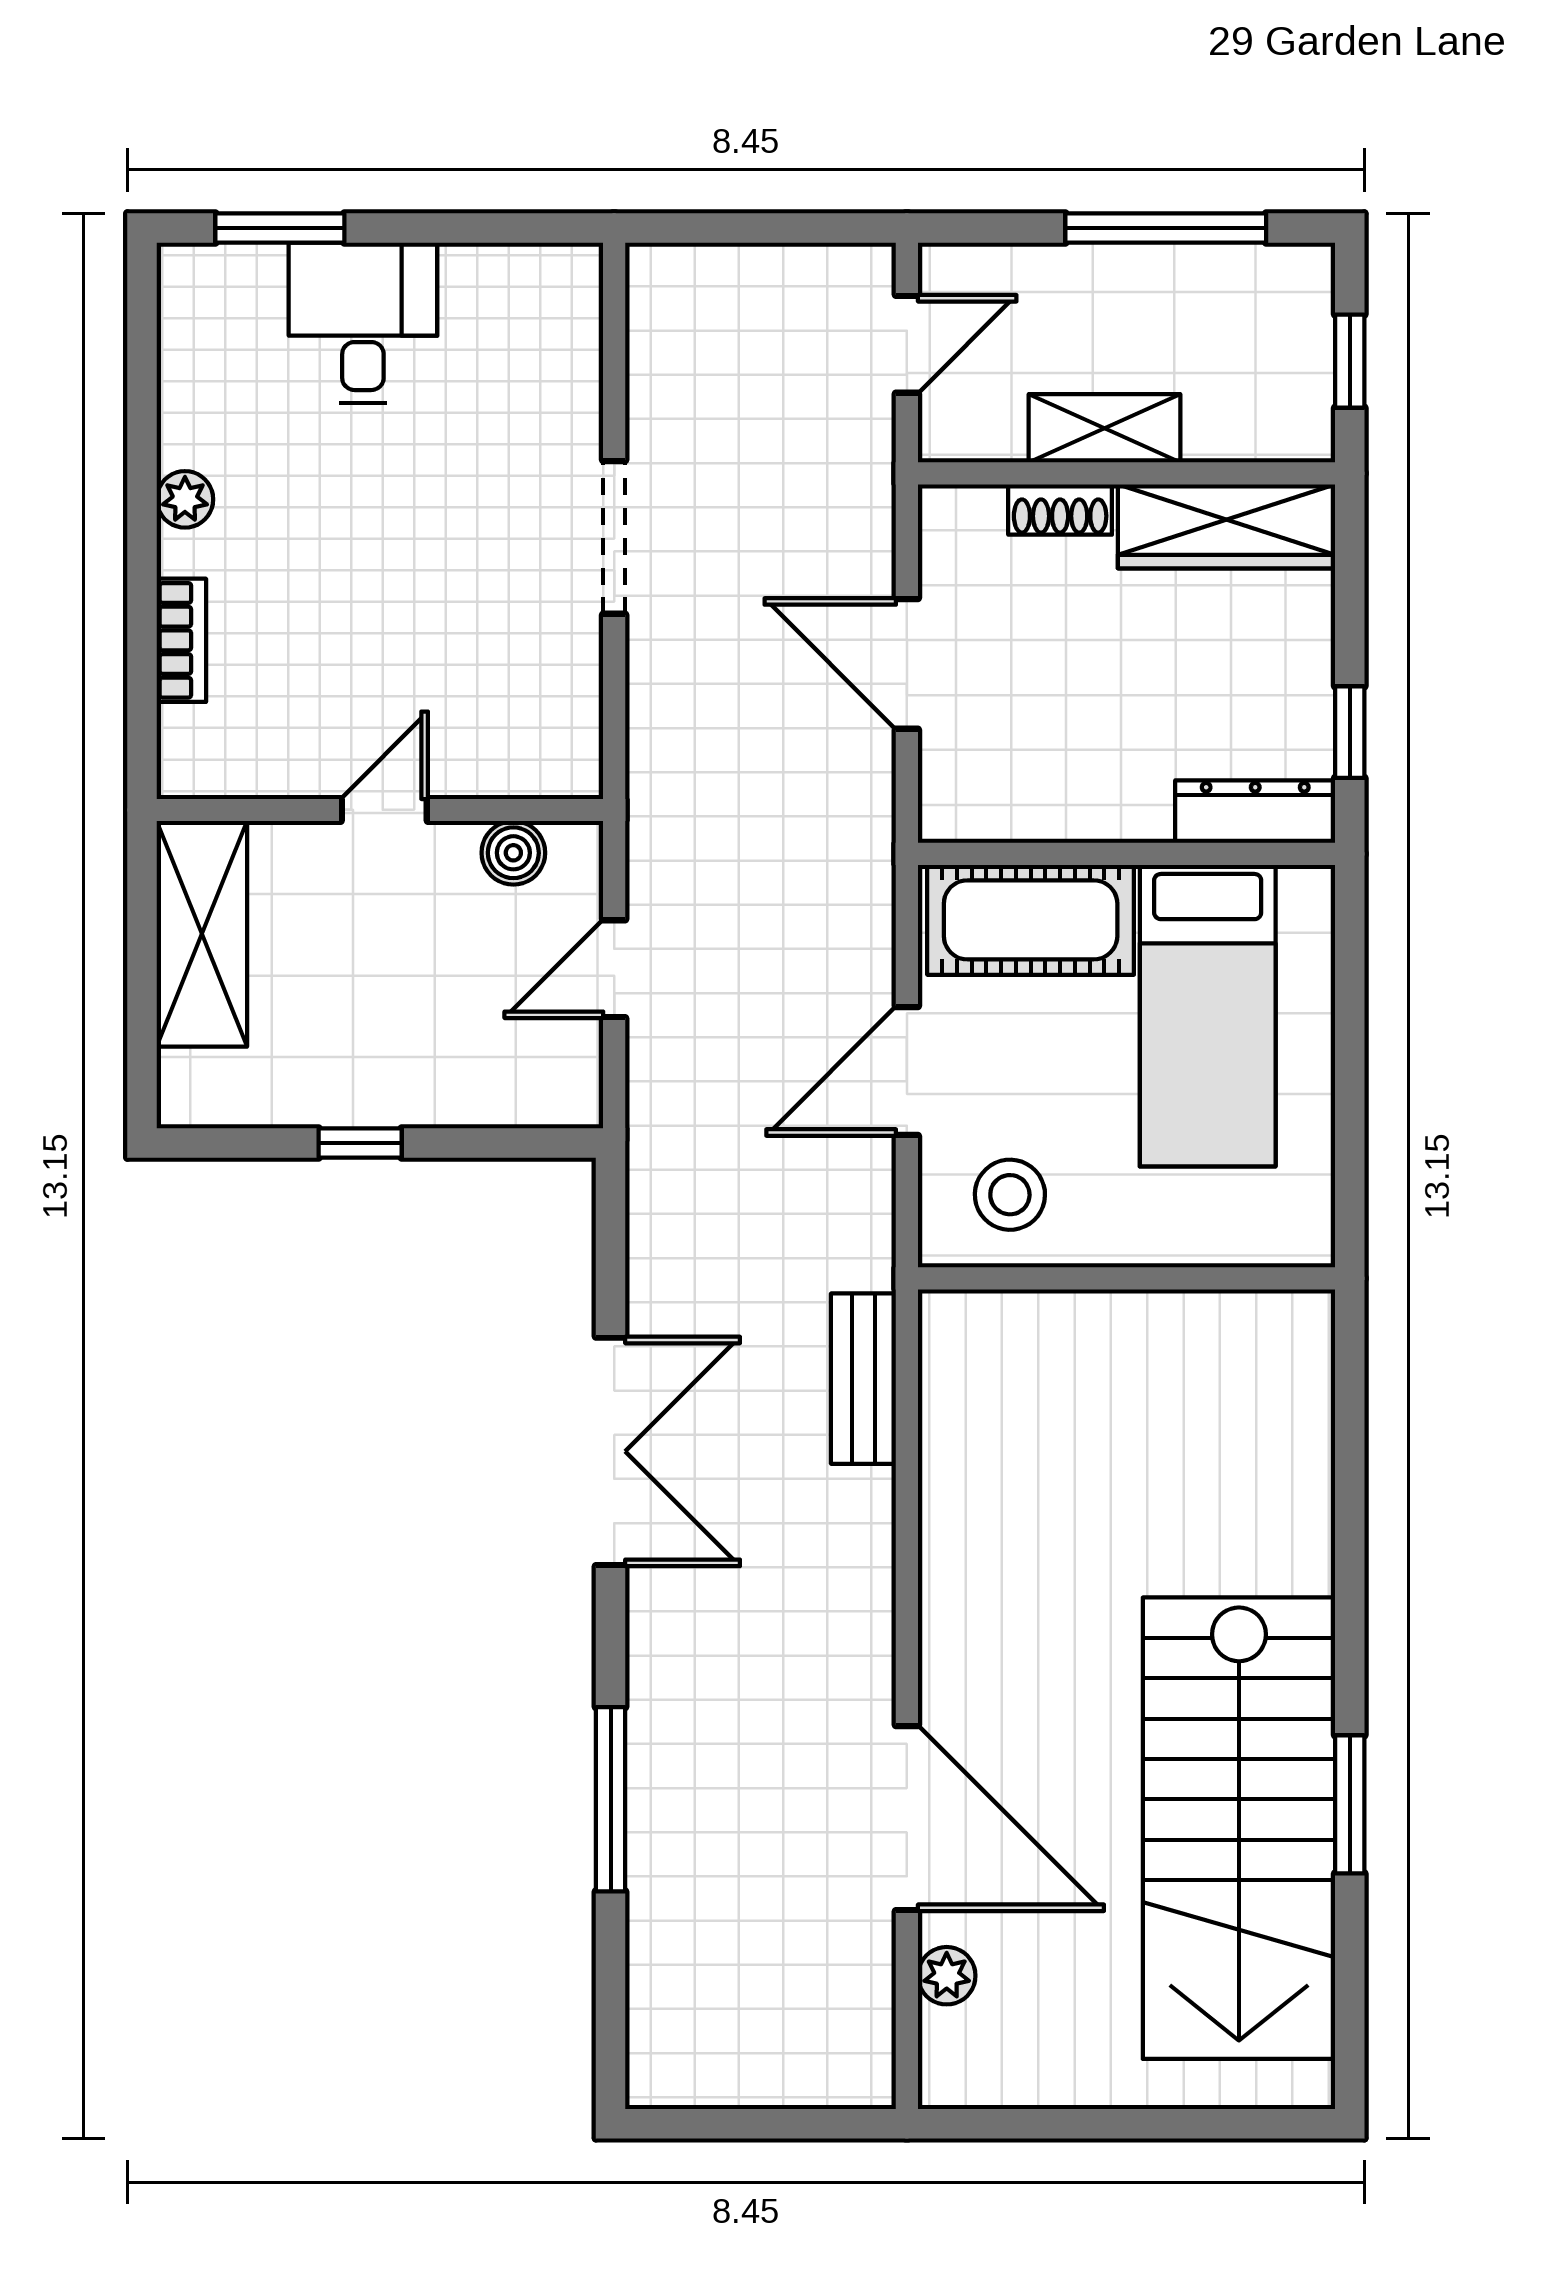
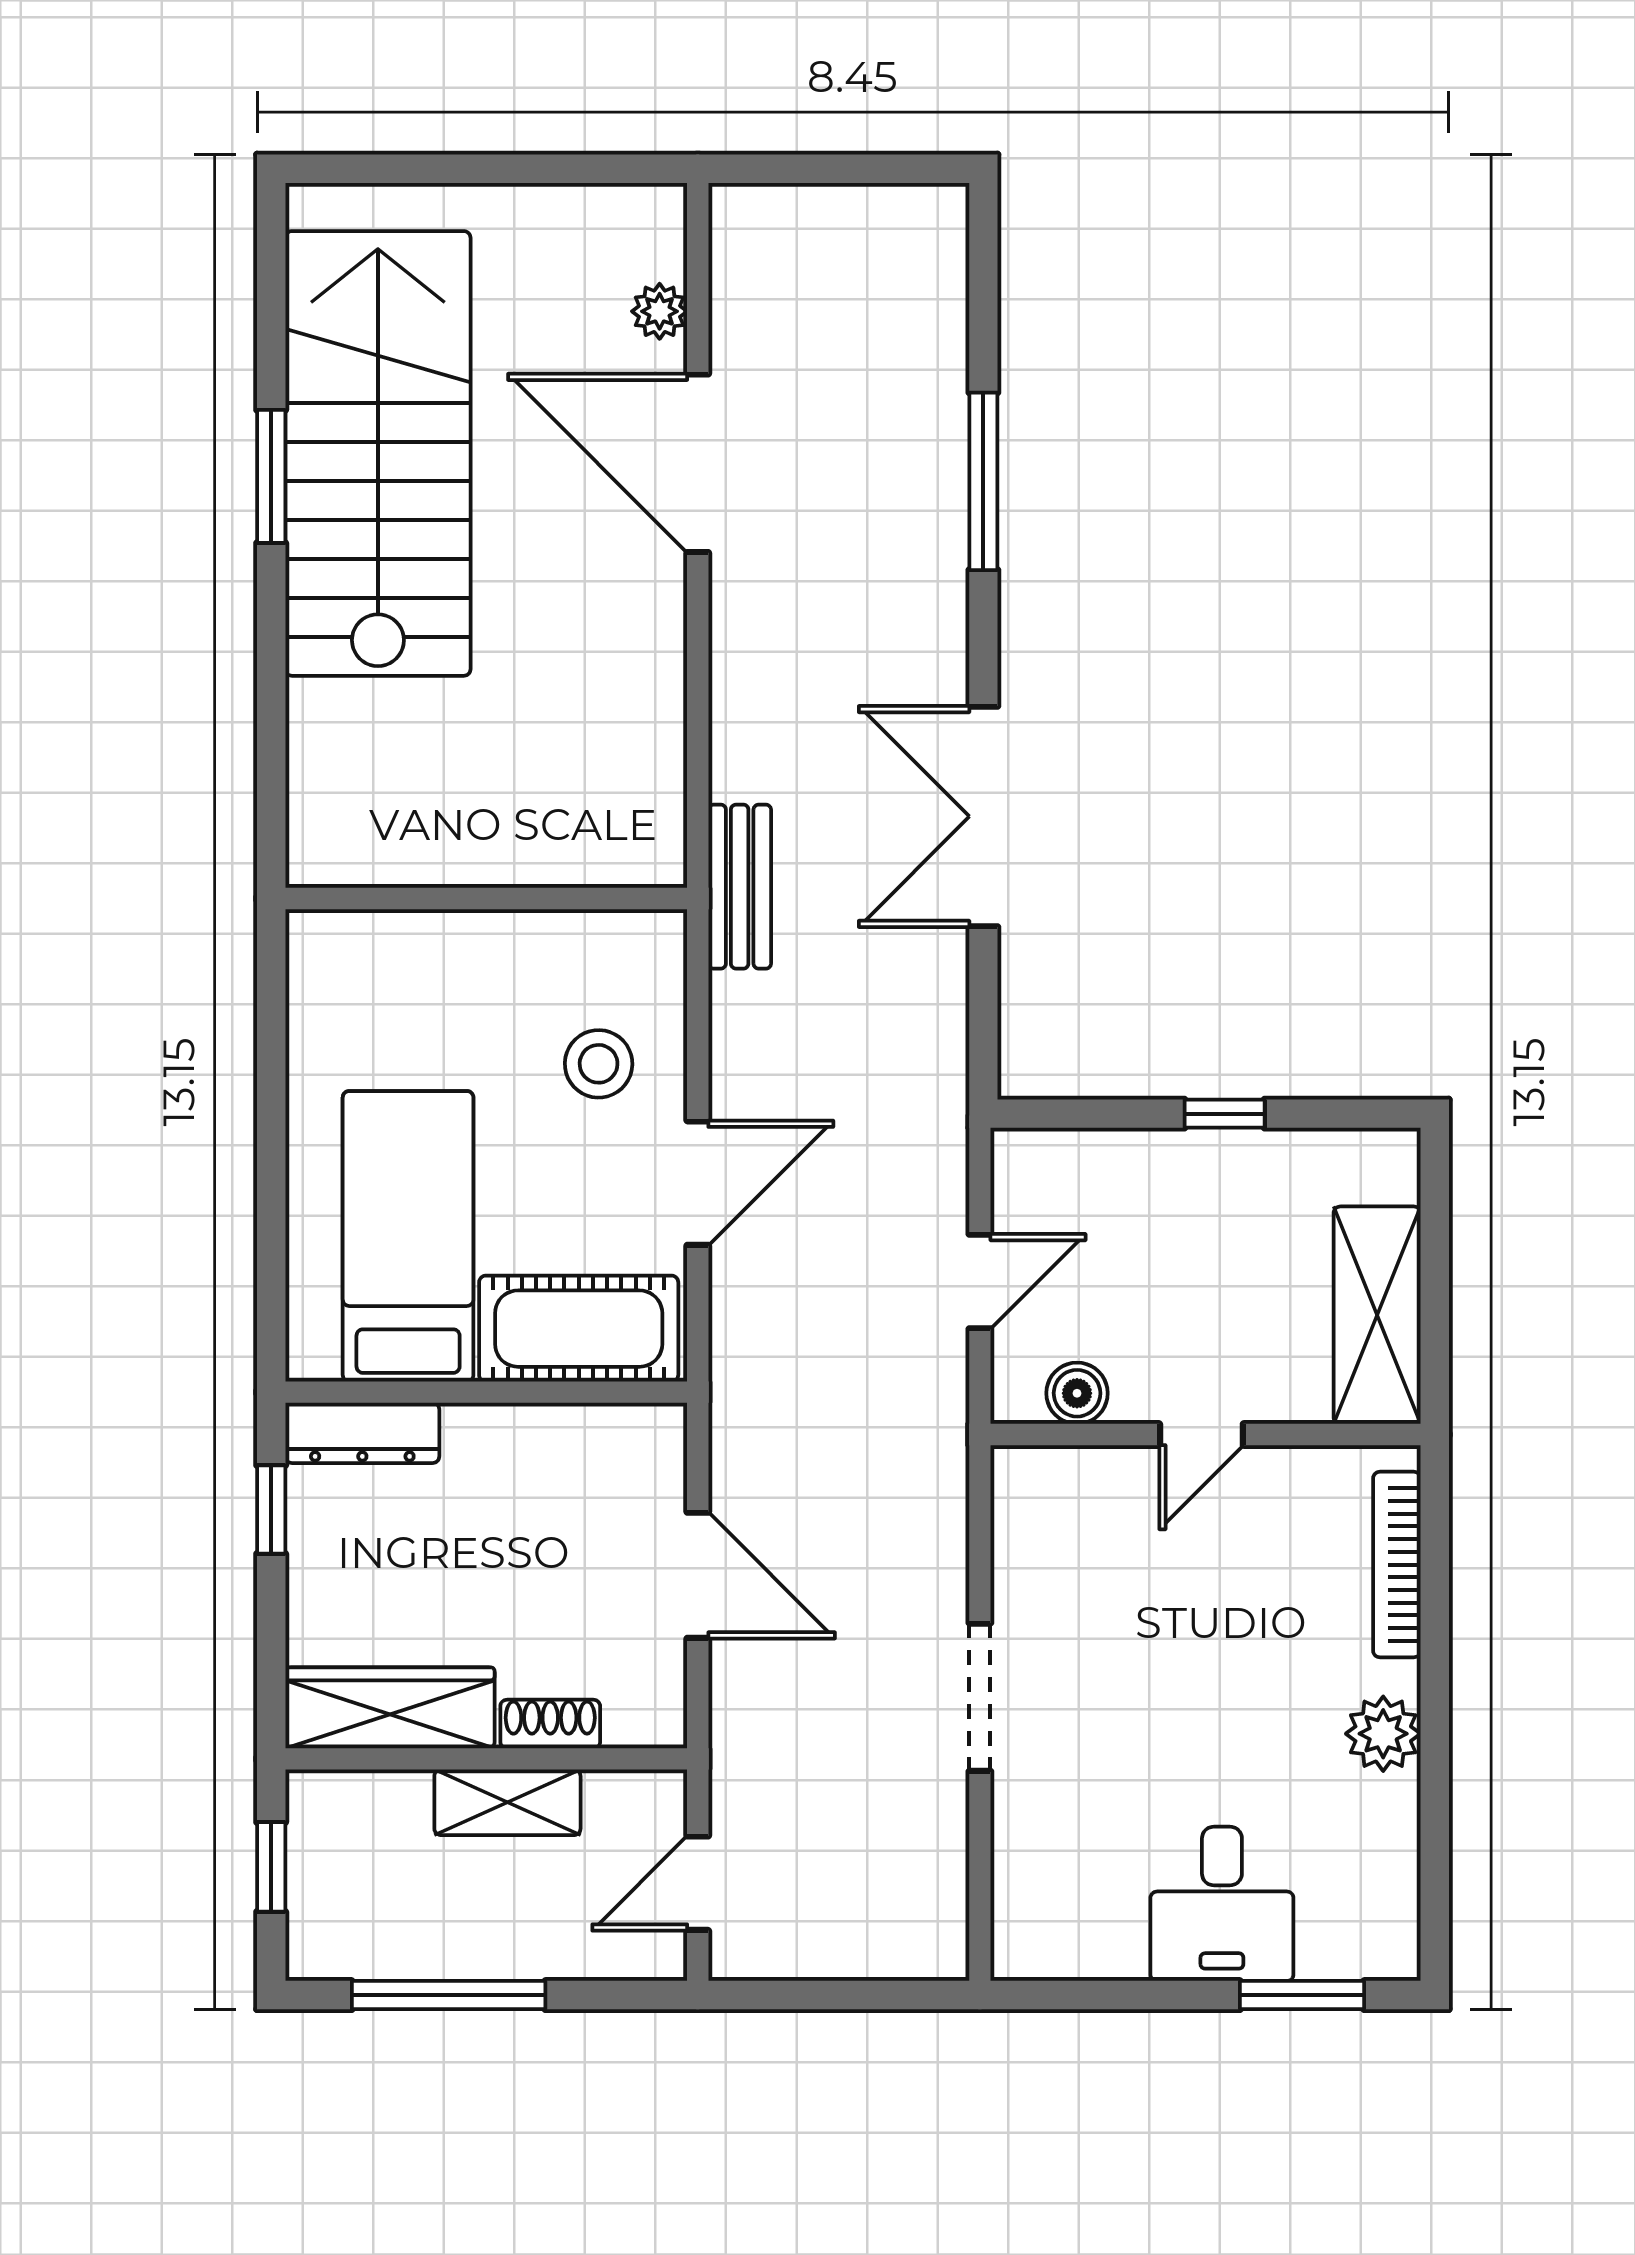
plant: (185, 499) -> (1383, 1734), width x1.38, depth x1.38
bookcase: (181, 640) -> (1397, 1565), width x1.56
wall: (1127, 1278) -> (486, 899), moved

